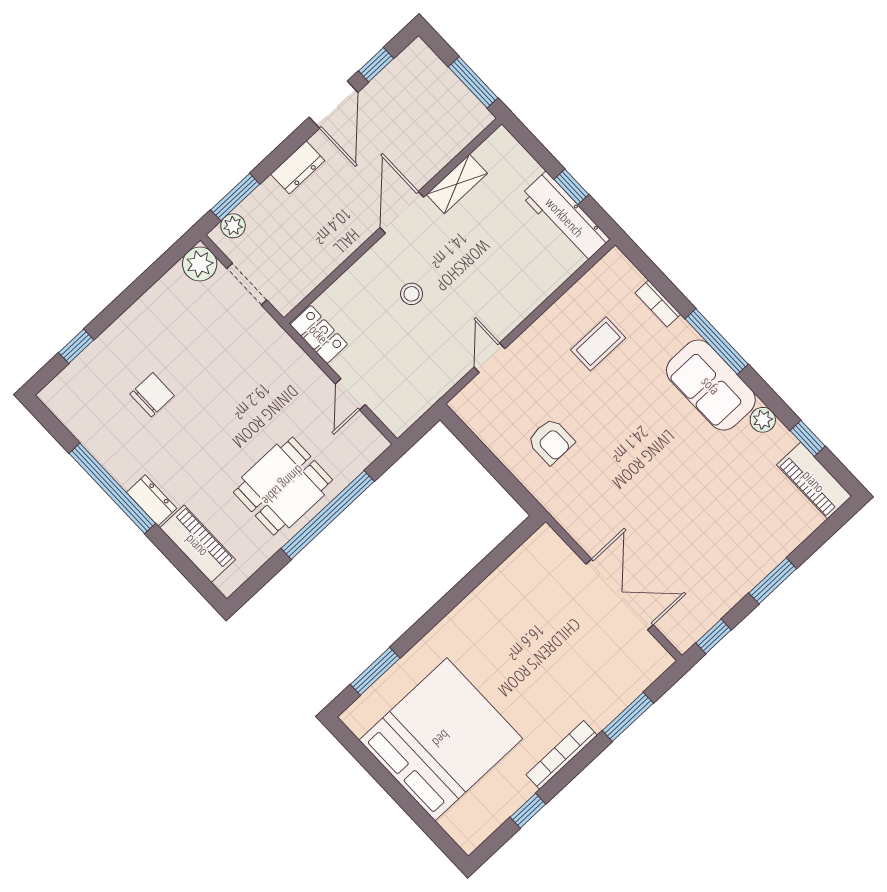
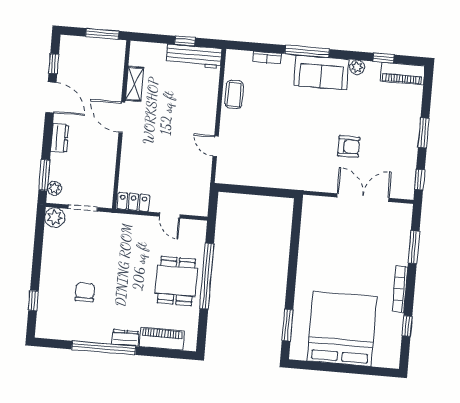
stool: (412, 294) -> (157, 149), removed
coffee table: (598, 344) -> (234, 94), moved
armchair: (551, 441) -> (349, 146), moved

